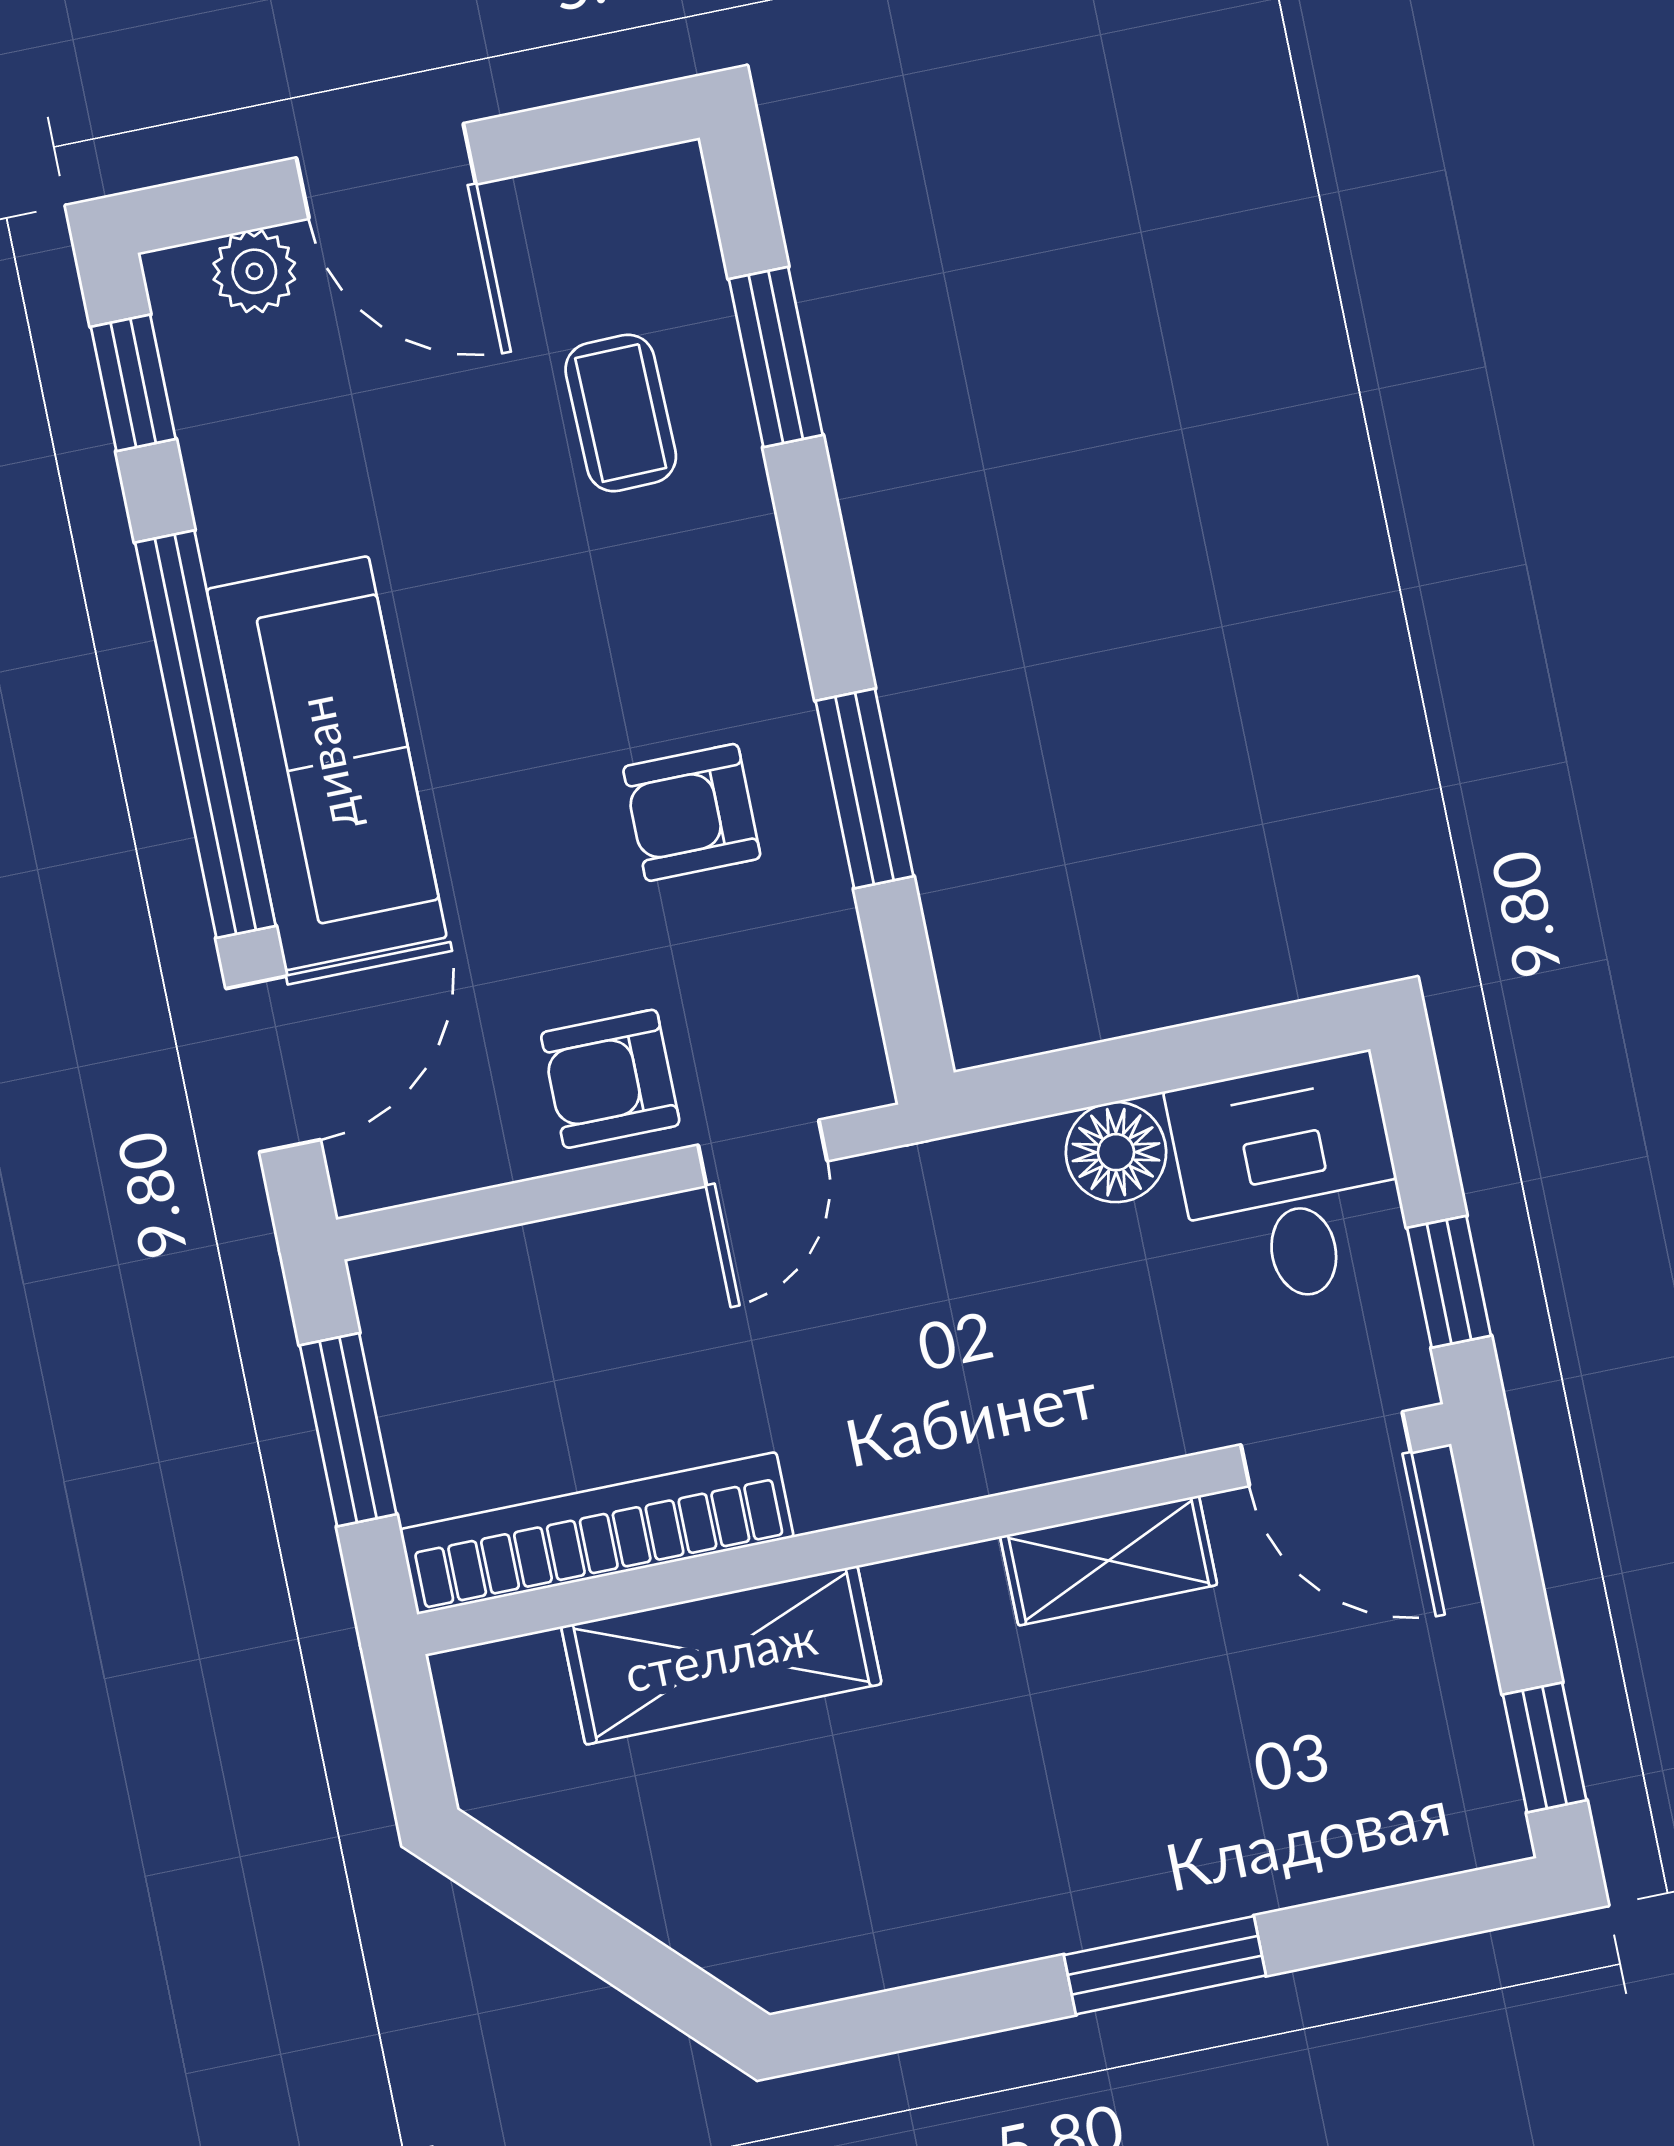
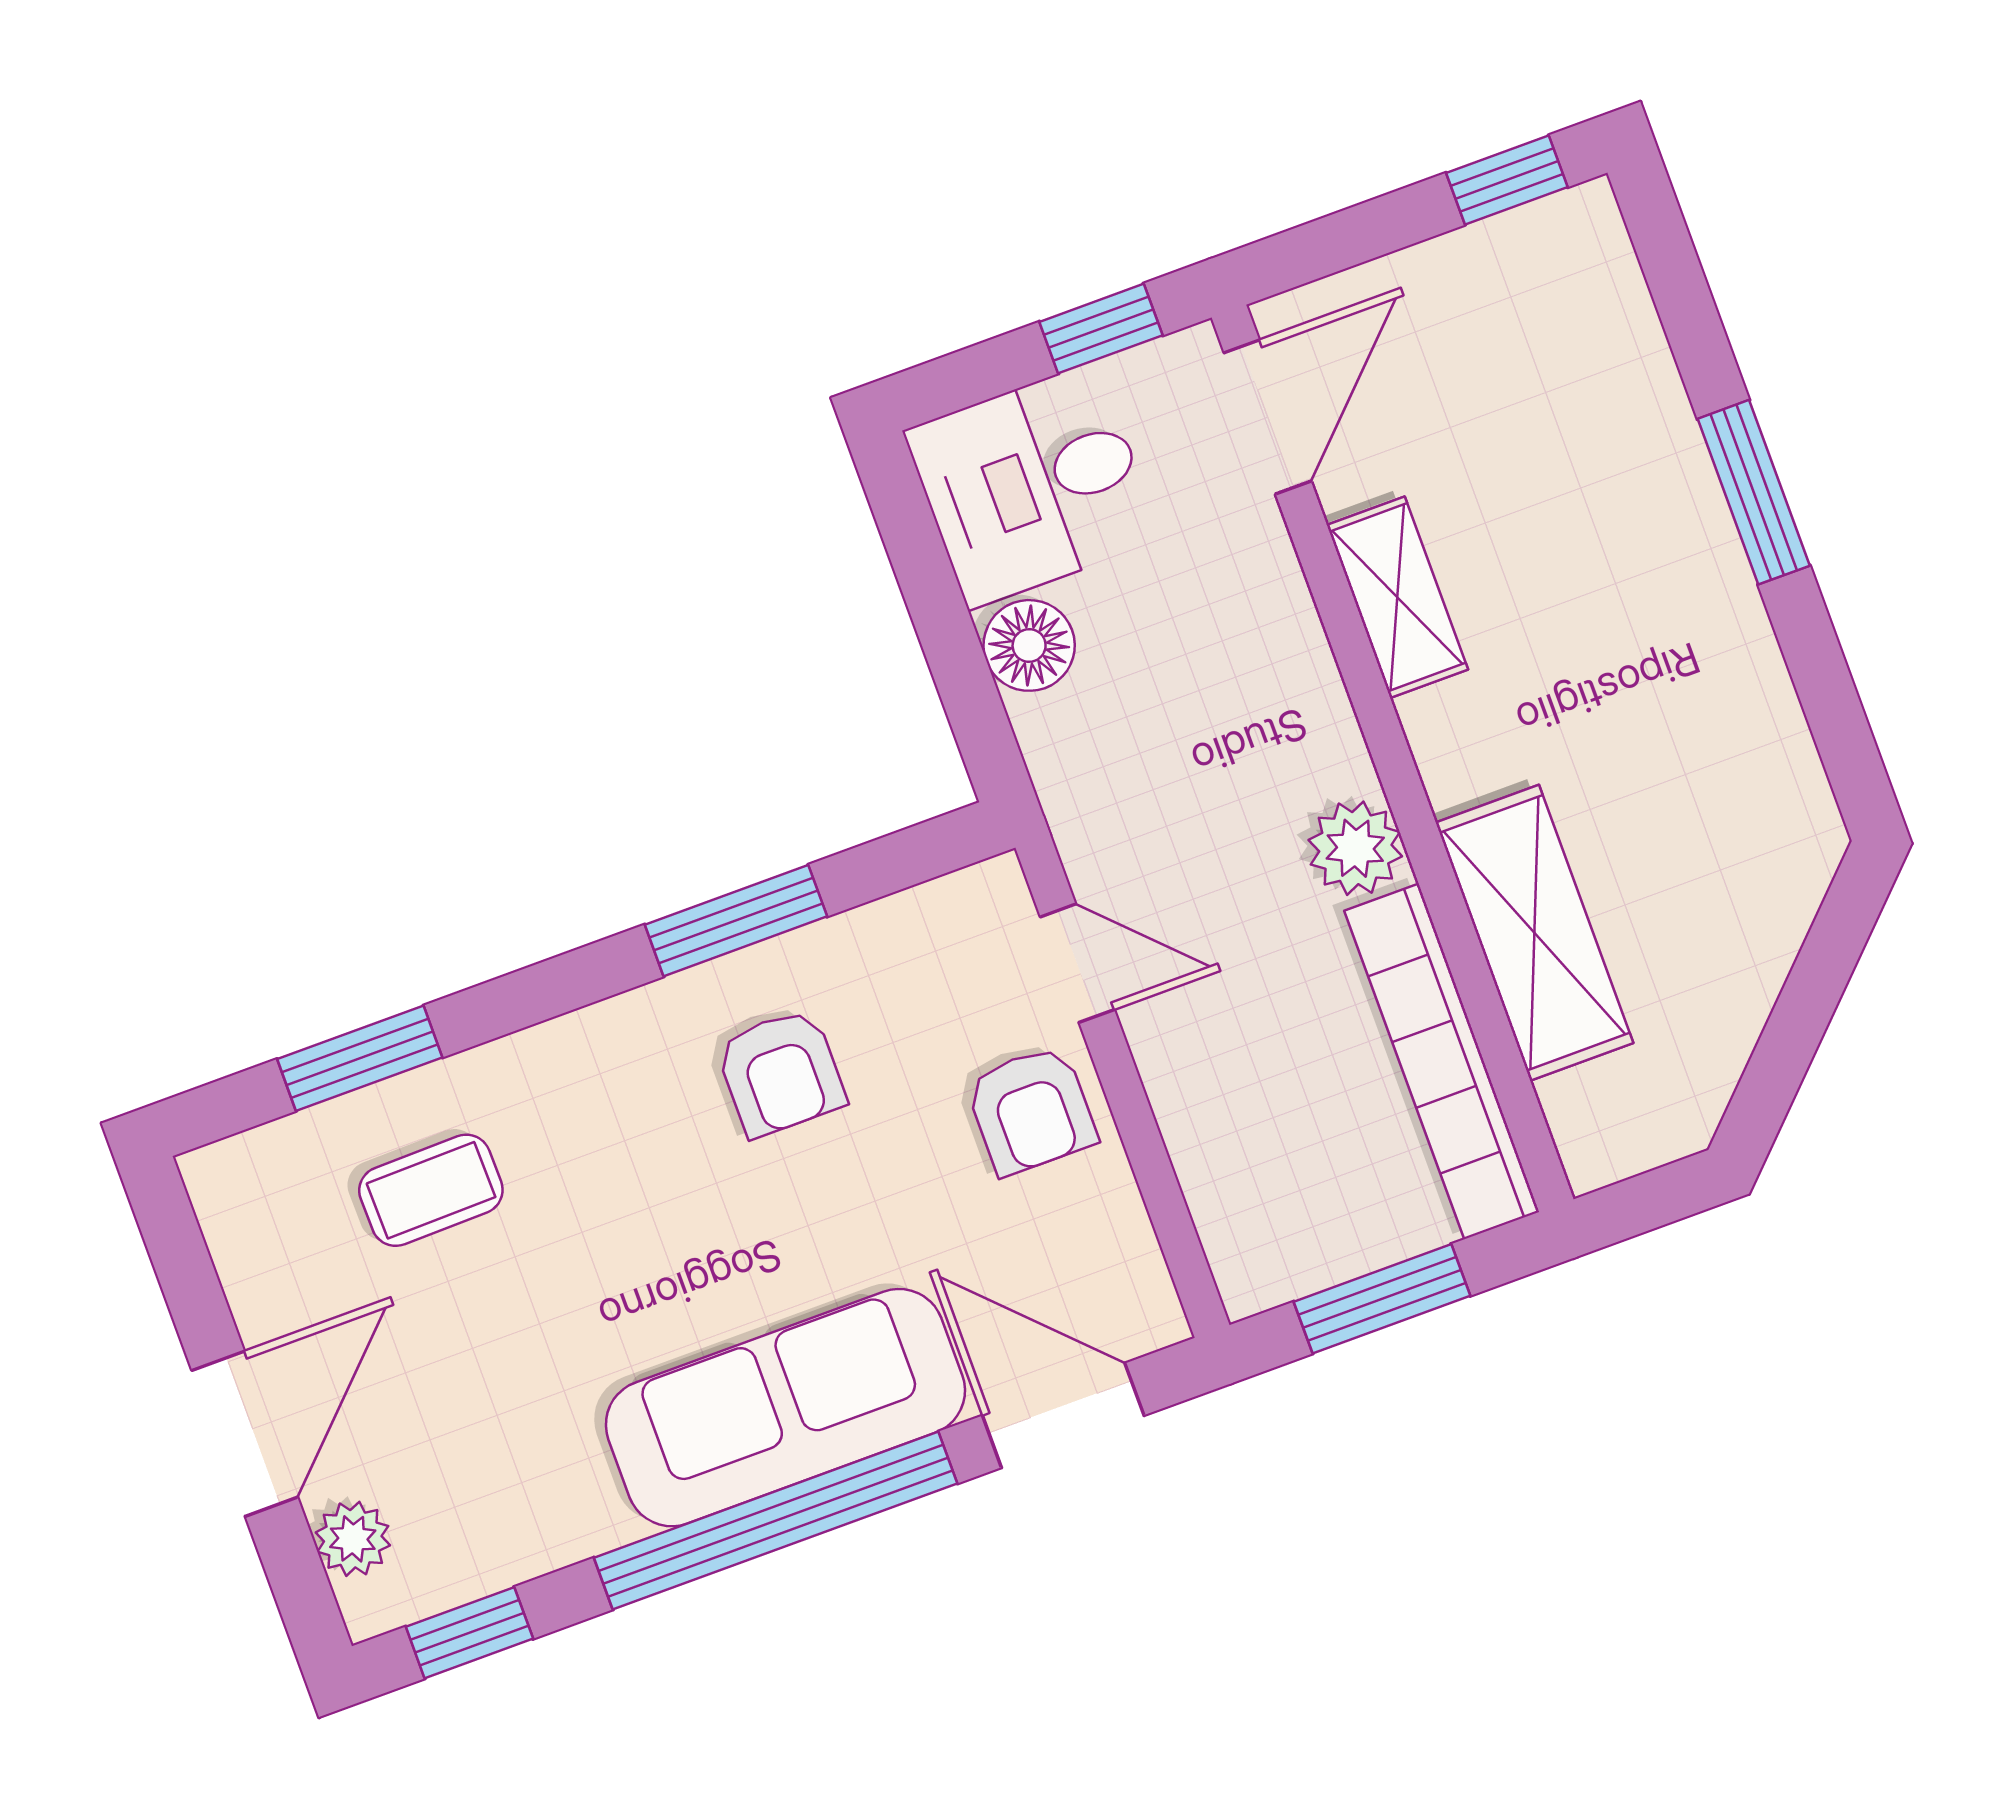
plant: (843, 1474) -> (1355, 848), added

